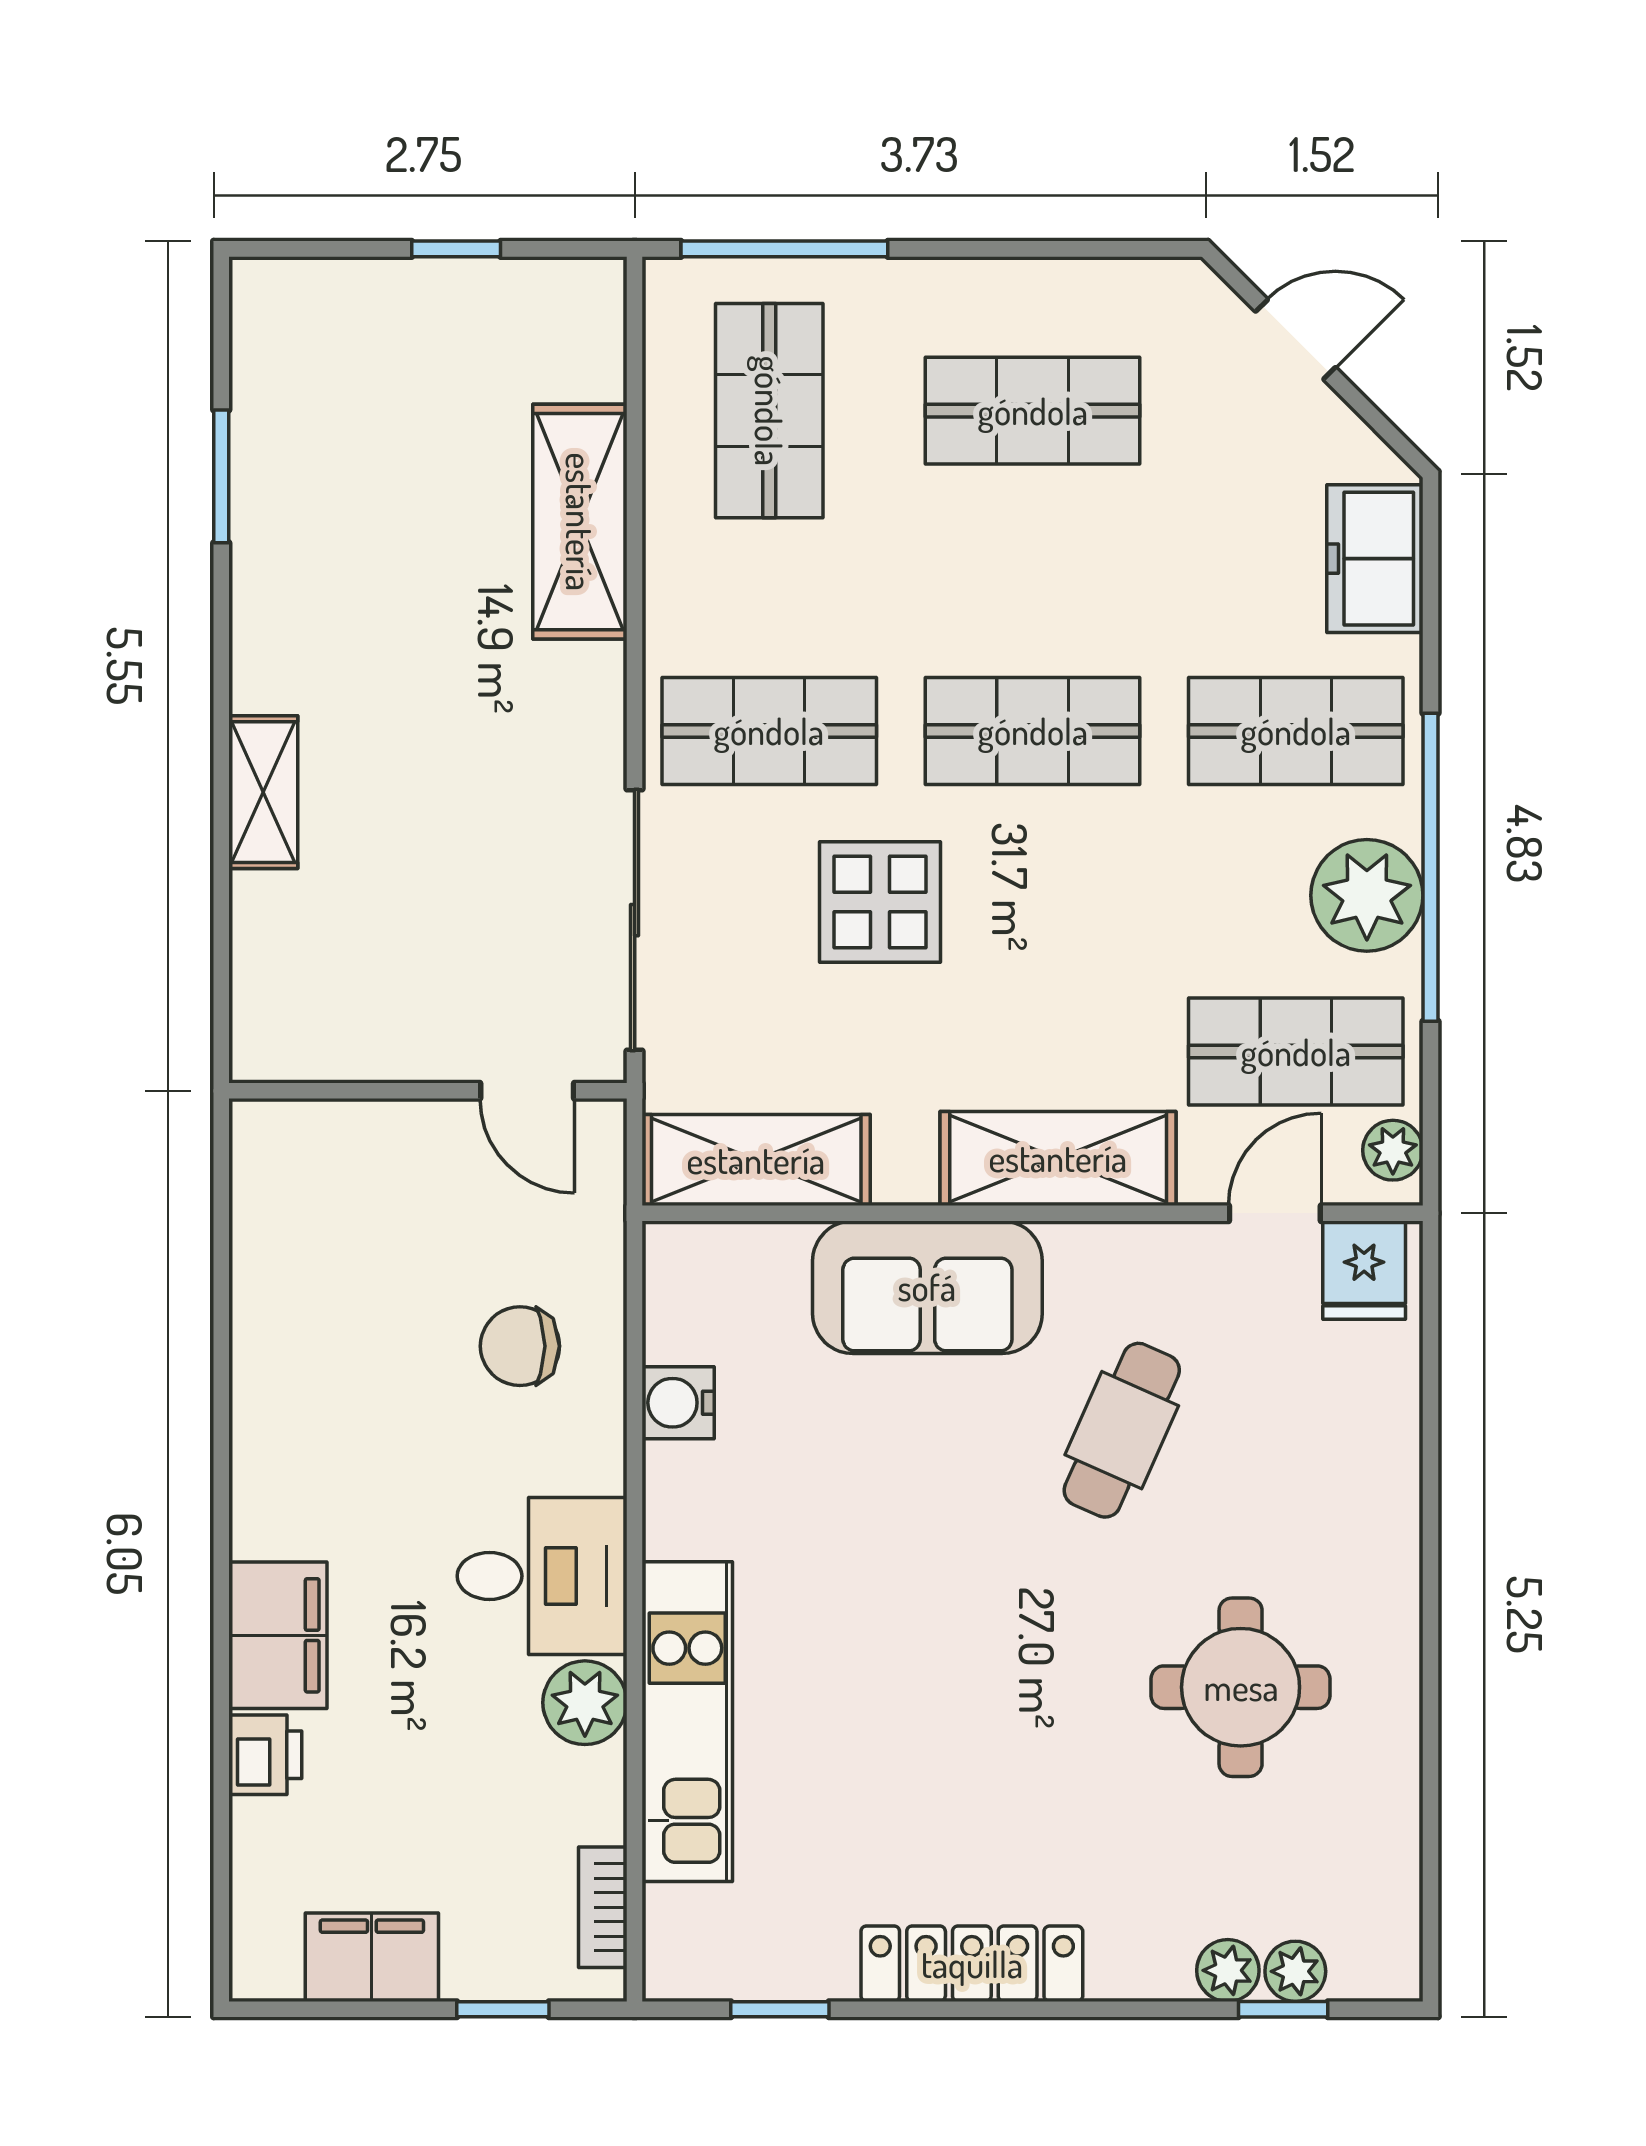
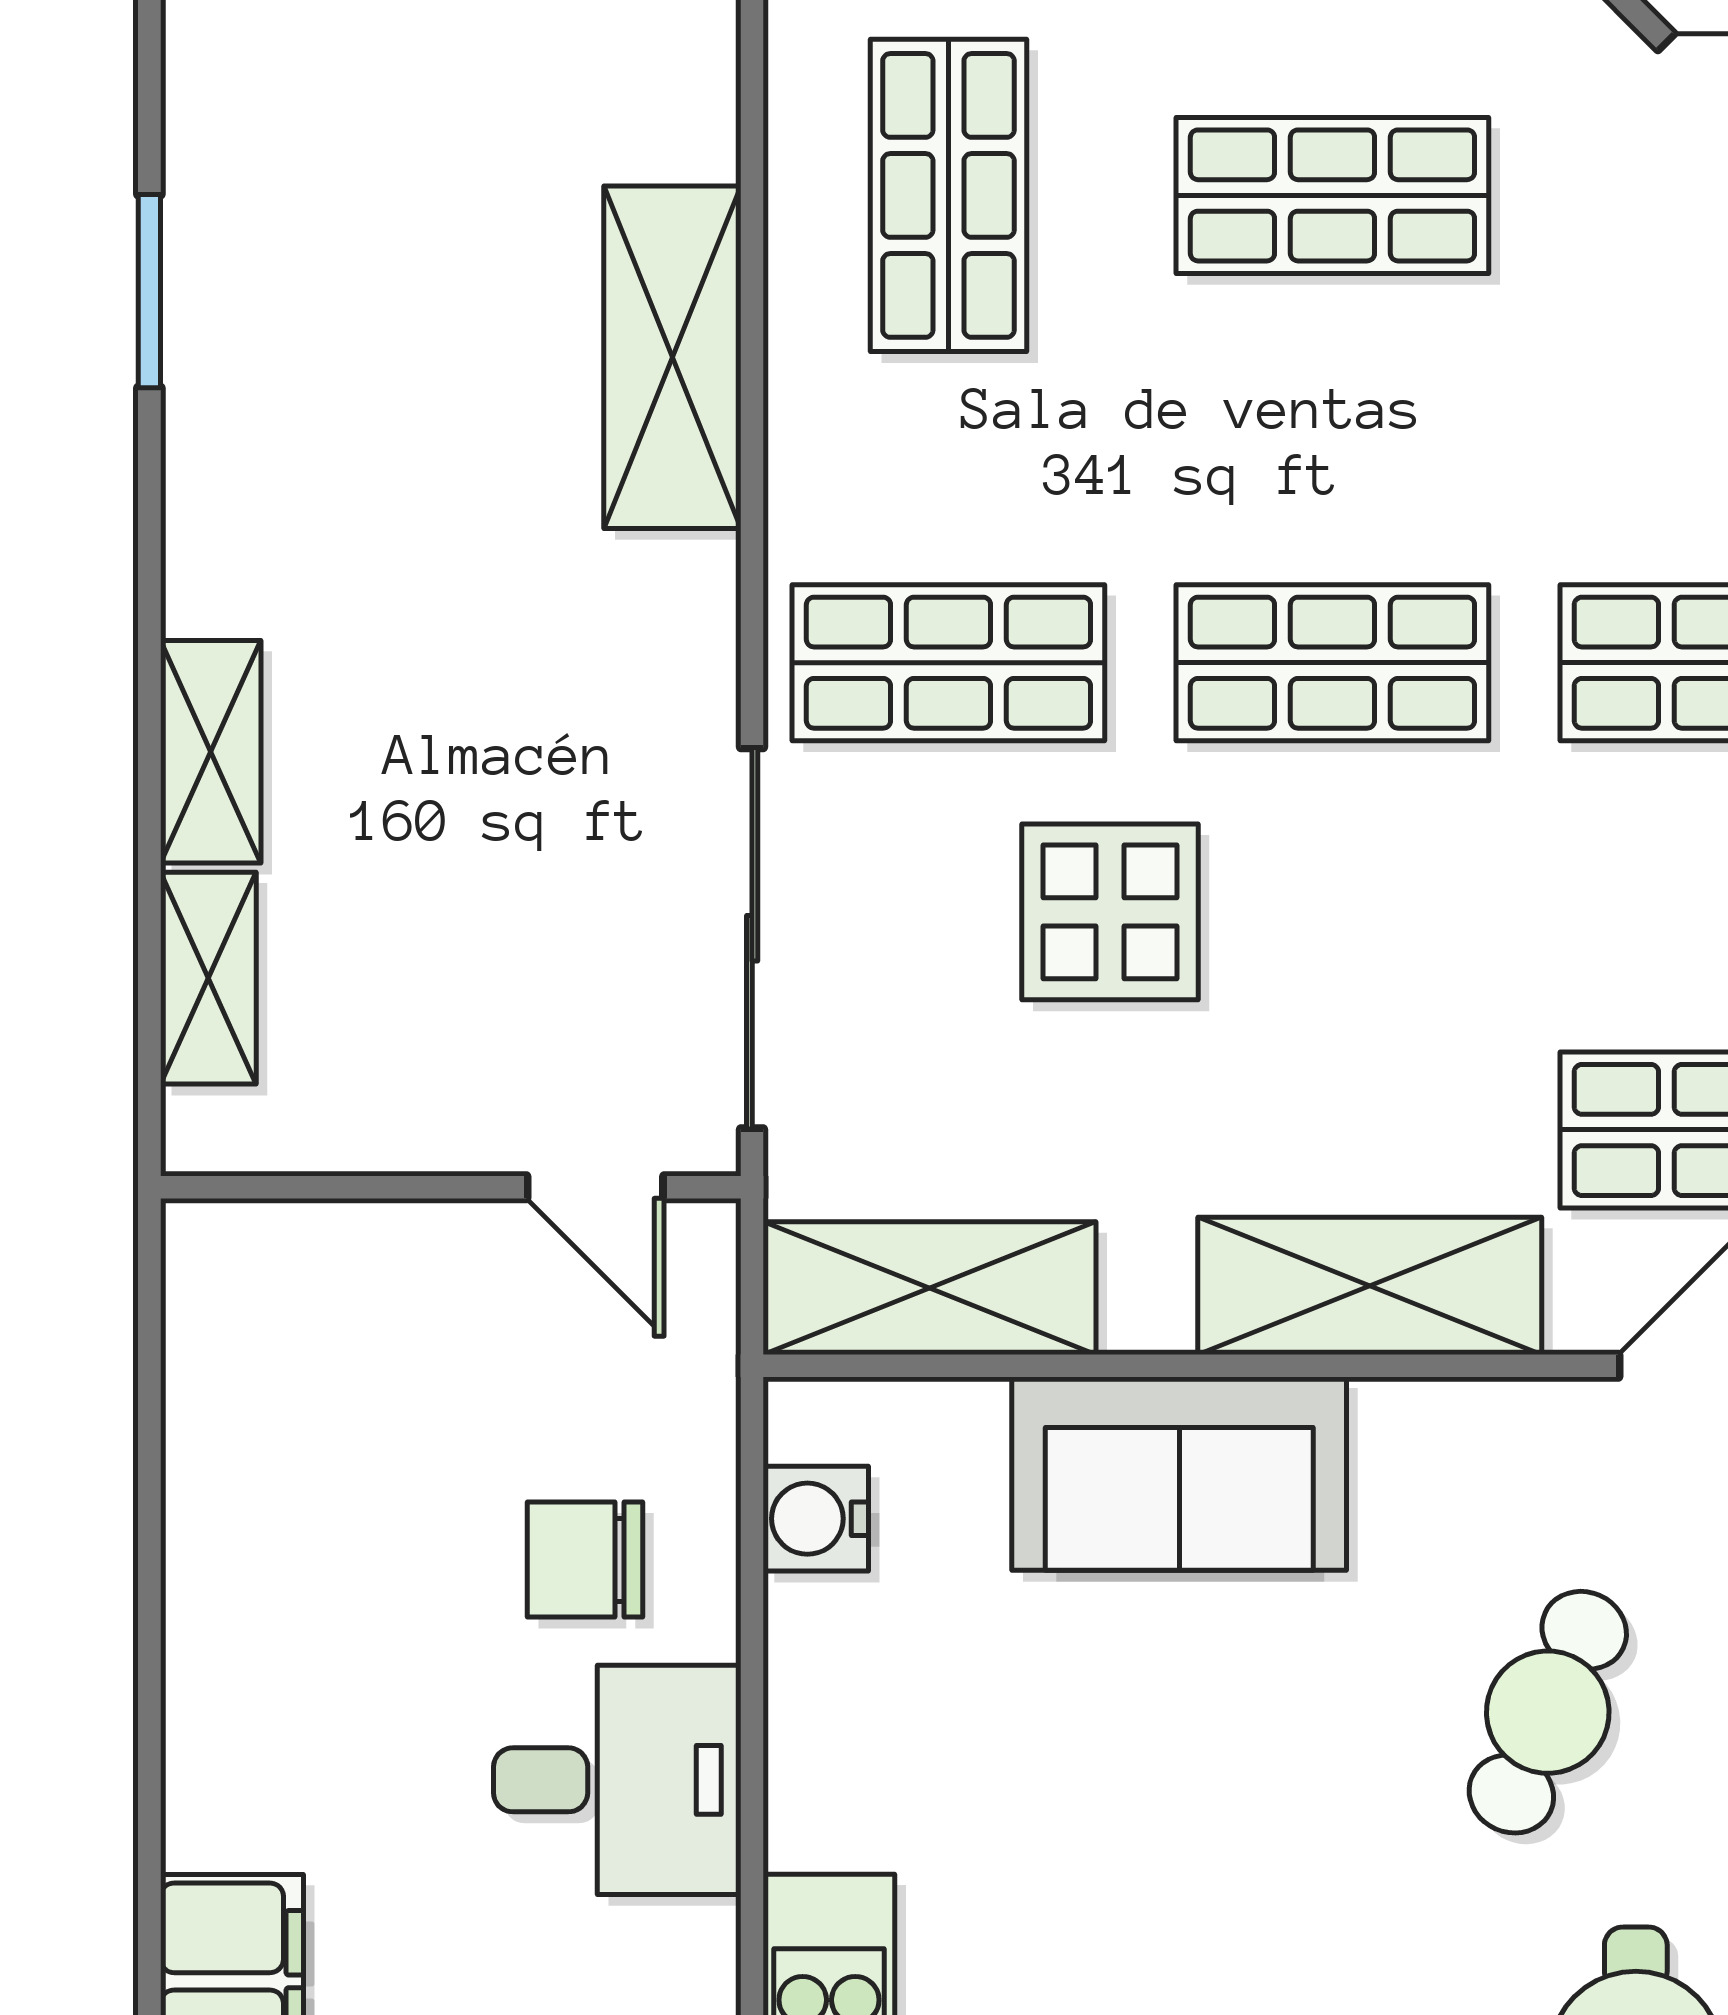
shelving: (262, 947) -> (208, 978), added
water cooler: (678, 1403) -> (816, 1519), moved
cafe table: (1122, 1430) -> (1548, 1712), moved
desk: (542, 1576) -> (617, 1780), moved

